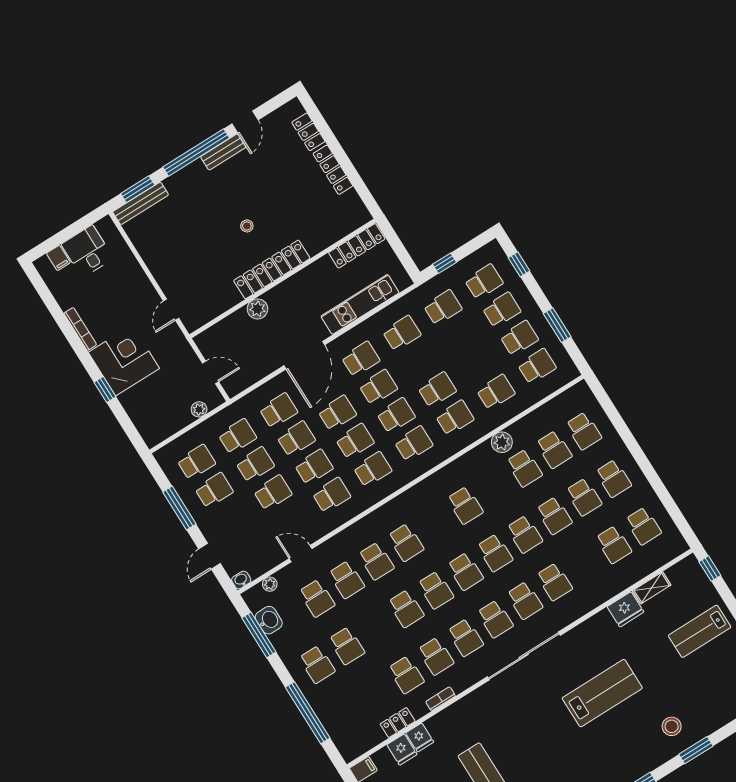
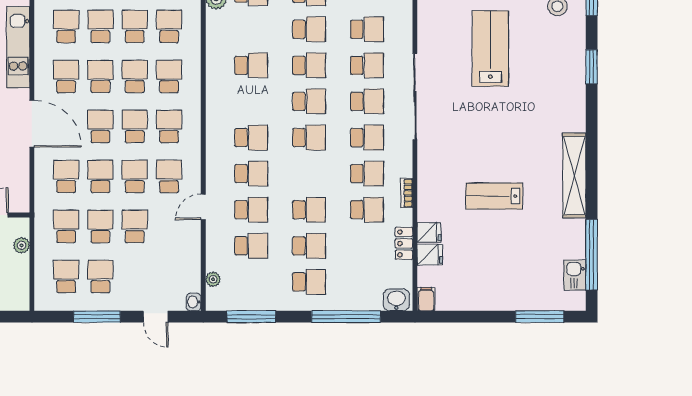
school desk: (419, 361) -> (100, 26), added
door: (301, 554) -> (203, 207), moved
school desk: (406, 609) -> (309, 210), moved
washbasin: (269, 620) -> (396, 300), moved

